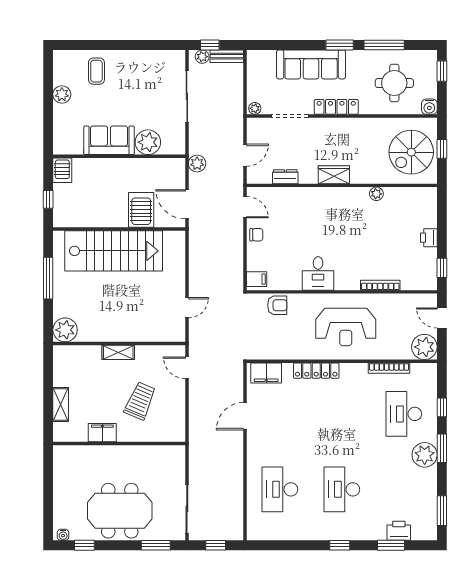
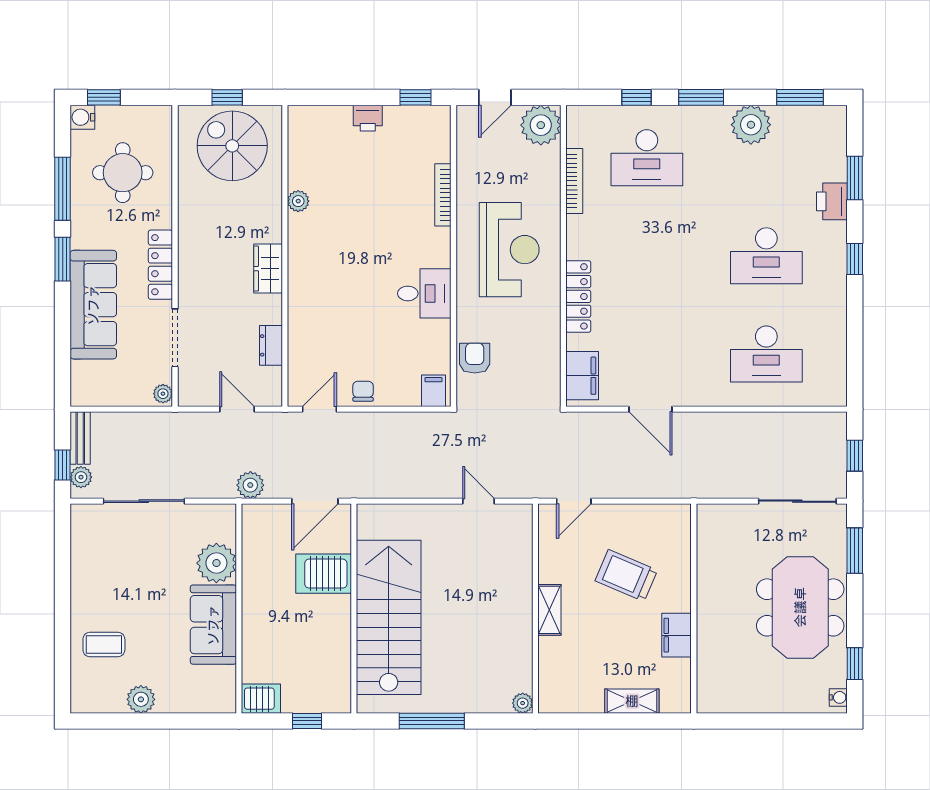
water cooler: (429, 107) -> (82, 117), moved, turned 180
spiral stairs: (411, 152) -> (232, 146), turned 180
plant: (65, 330) -> (523, 703), width x0.53, depth x0.53
plant: (425, 455) -> (751, 125), moved
printer: (399, 531) -> (832, 201), moved

